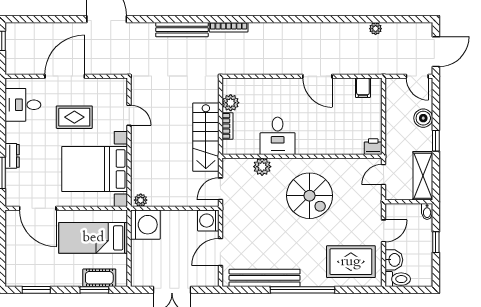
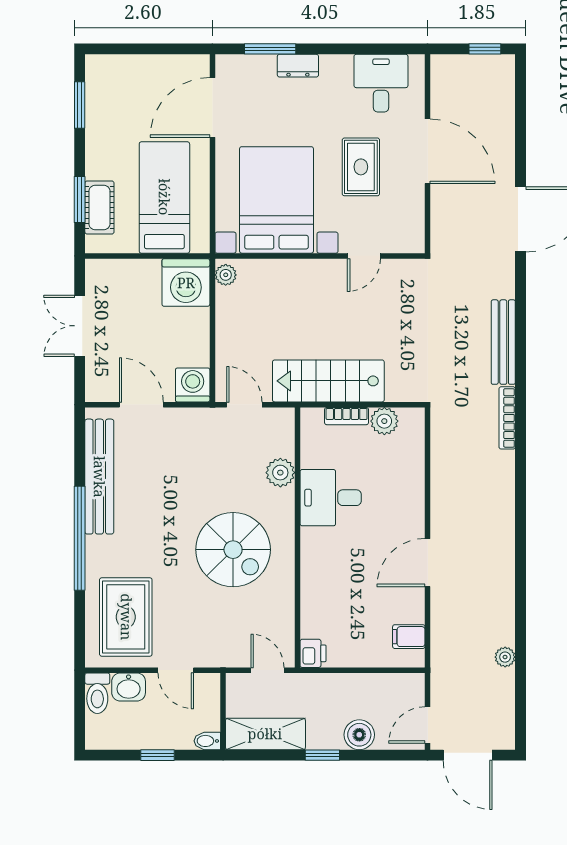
spiral stairs: (310, 196) -> (233, 550), turned -90

